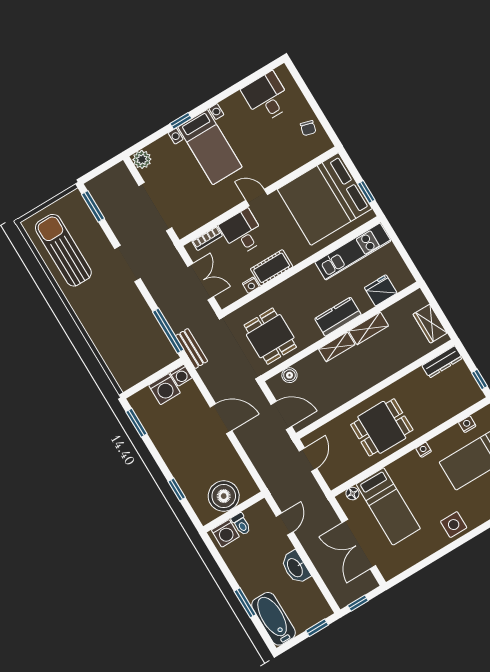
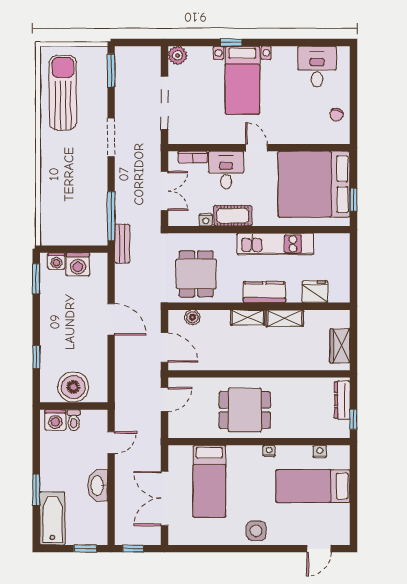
kitchen unit: (353, 252) -> (275, 244), moved
dresser: (442, 362) -> (342, 400), moved, turned 90
washing machine: (181, 375) -> (56, 261), moved
floor lamp: (352, 494) -> (185, 452), removed

